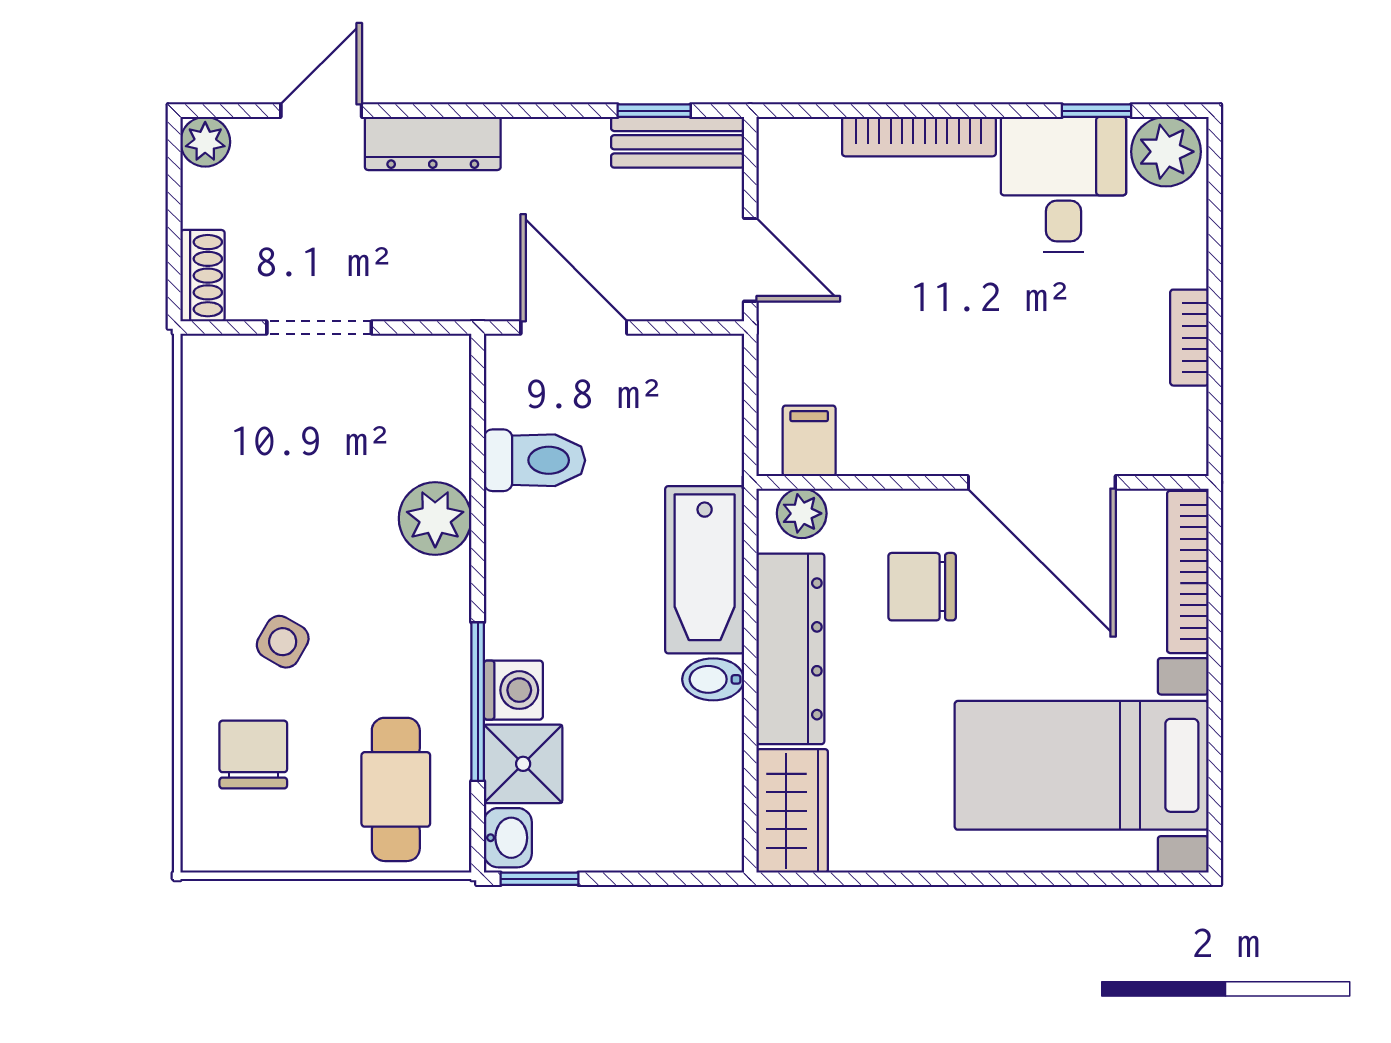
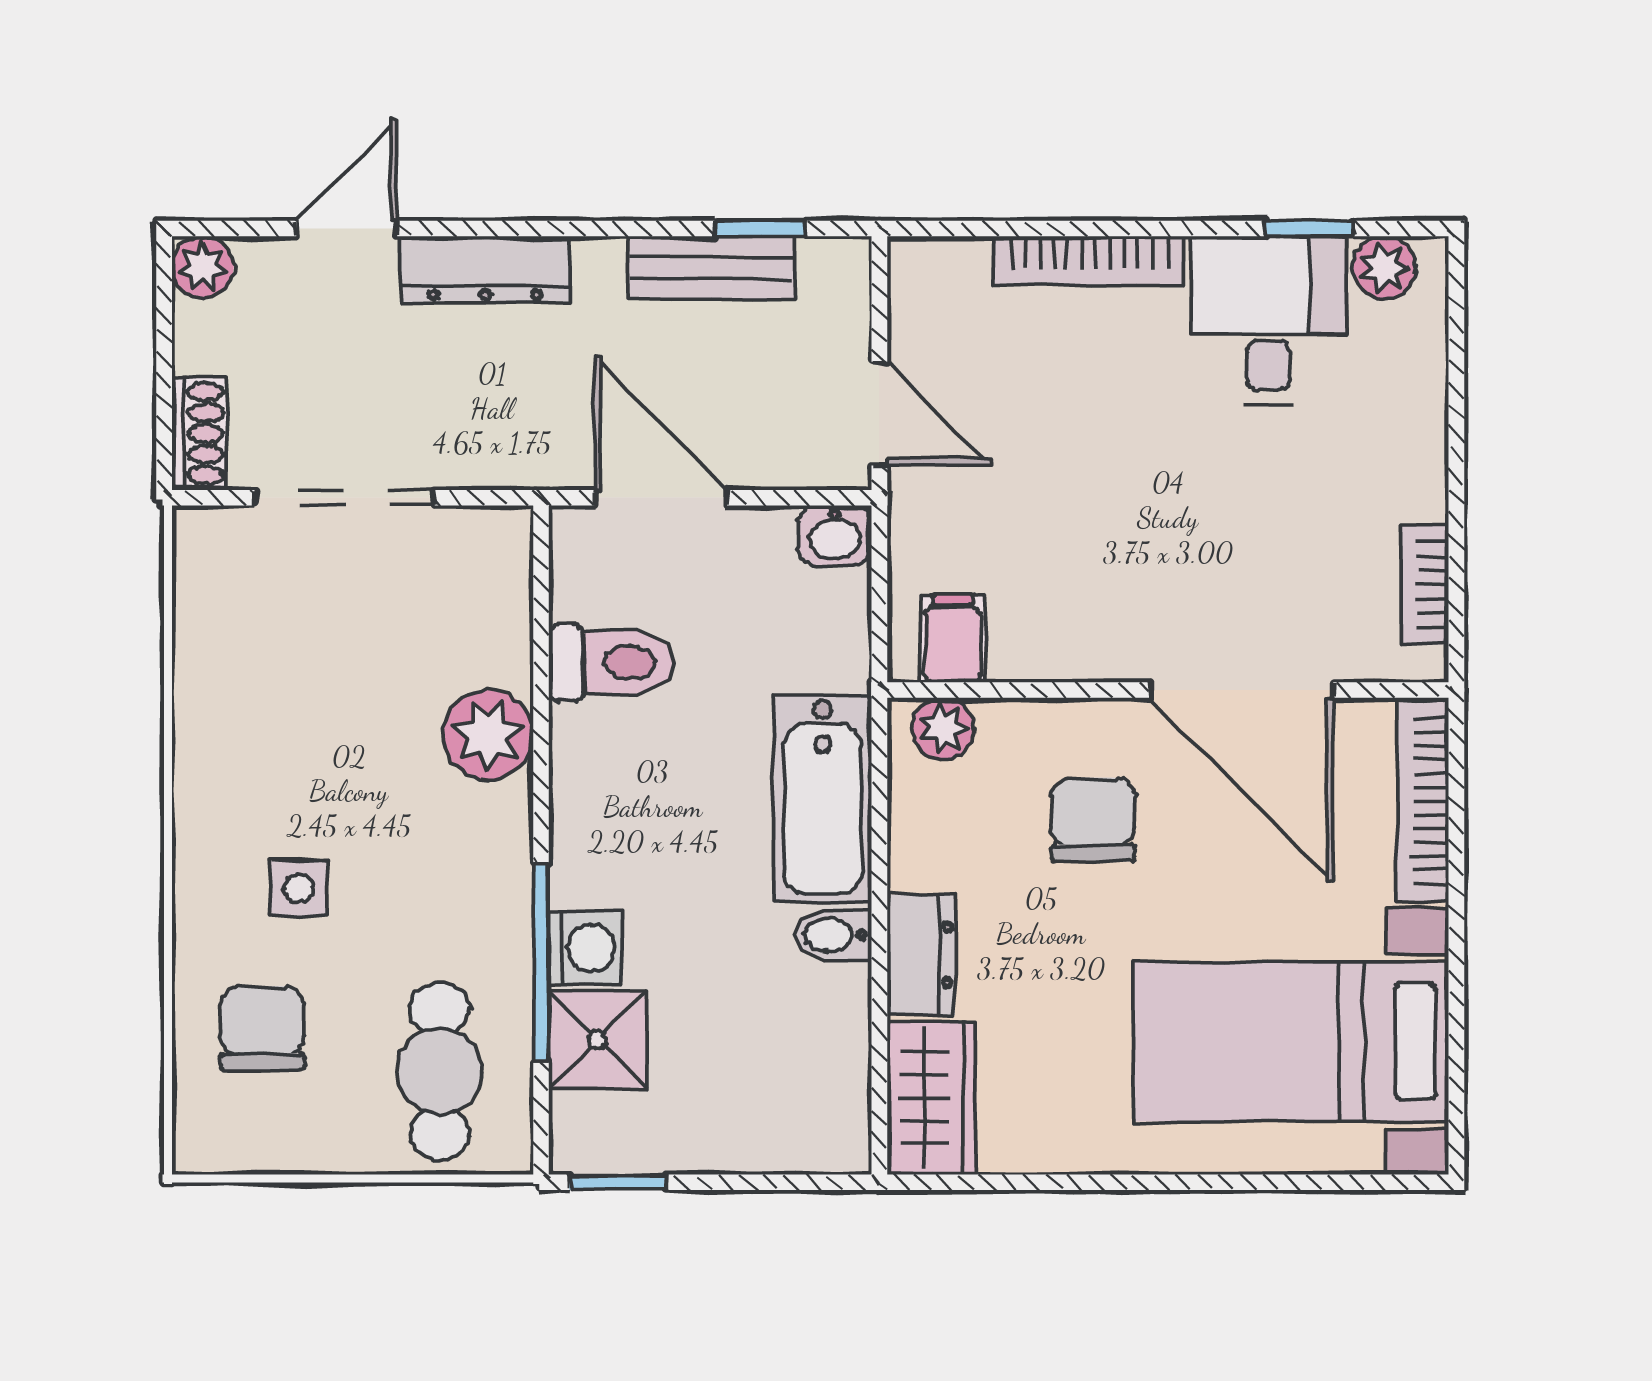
bench: (678, 142) -> (711, 268), moved
plant: (1166, 152) -> (1384, 268), width x0.73, depth x0.73
doorway: (319, 327) -> (344, 498), width x1.38
bookcase: (1189, 338) -> (1425, 585), moved
chair: (922, 587) -> (1093, 820), turned 90
side table: (283, 642) -> (299, 888), turned -30
dresser: (790, 649) -> (921, 955), width x0.51, depth x0.80
washbasin: (508, 838) -> (835, 535), moved, turned 90

